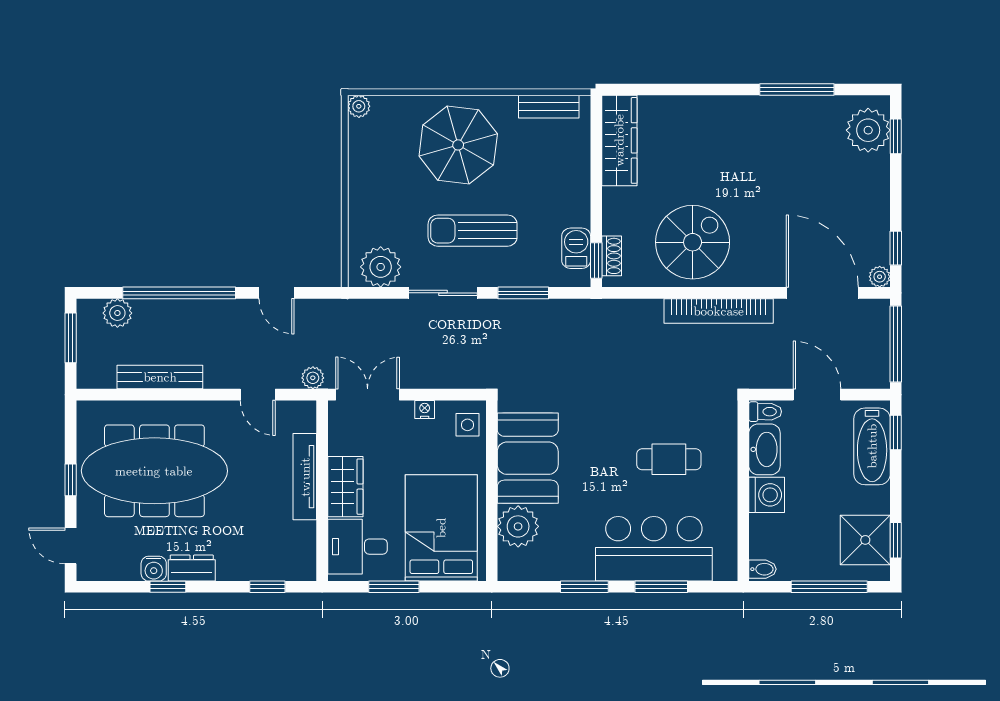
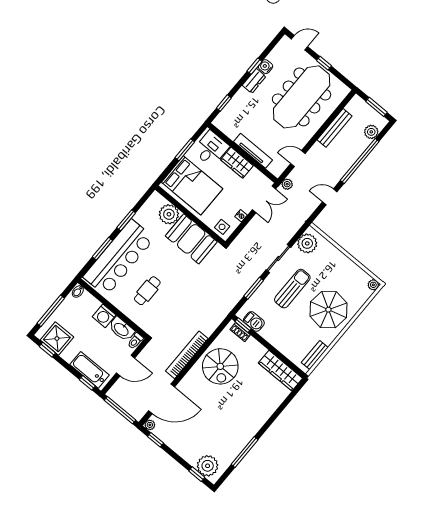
bar counter: (654, 549) -> (119, 258), width x1.36

